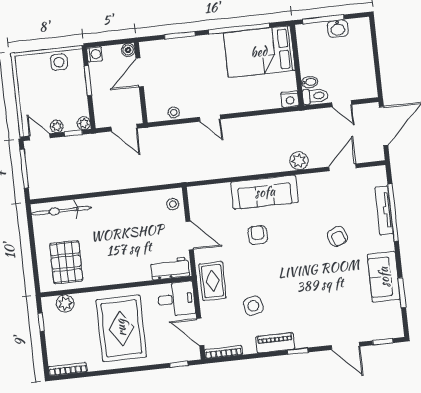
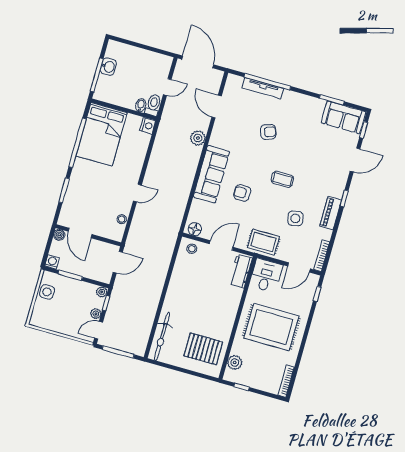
floor lamp: (196, 199) -> (195, 229), added
coffee table: (291, 274) -> (282, 179), added
sofa: (384, 277) -> (343, 117), moved

